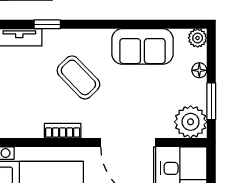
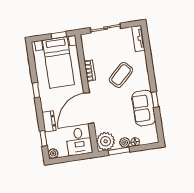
window: (47, 24) -> (155, 100), moved
plant: (198, 38) -> (125, 142), moved

